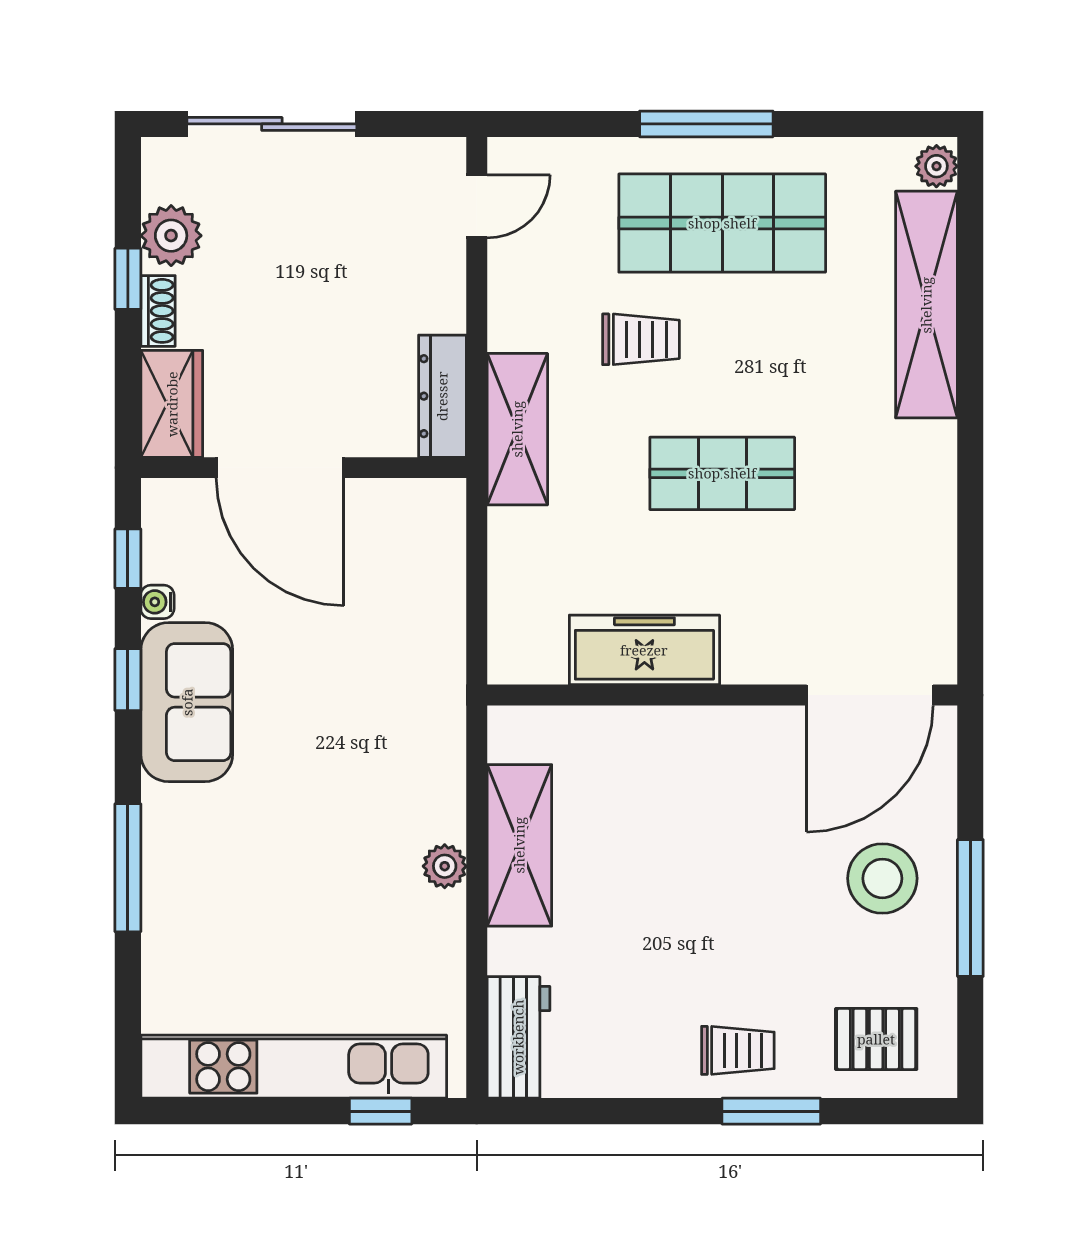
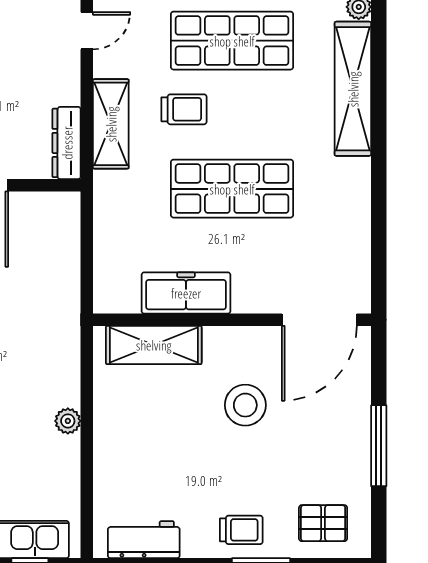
shelving: (517, 429) -> (111, 124), moved
shop shelf: (722, 473) -> (232, 189), width x1.43, depth x1.36
shelving: (519, 845) -> (154, 345), moved, turned 90
stool: (882, 878) -> (245, 405), moved
workbench: (518, 1037) -> (144, 540), moved, turned -90

